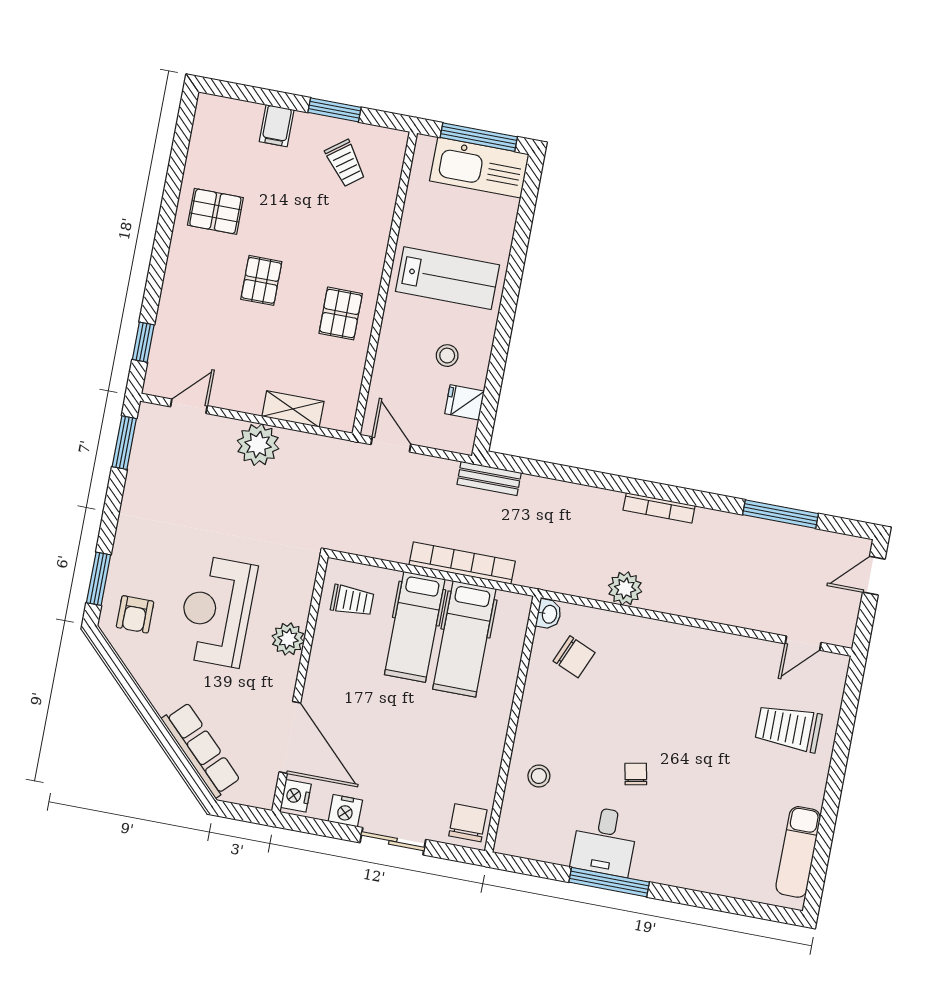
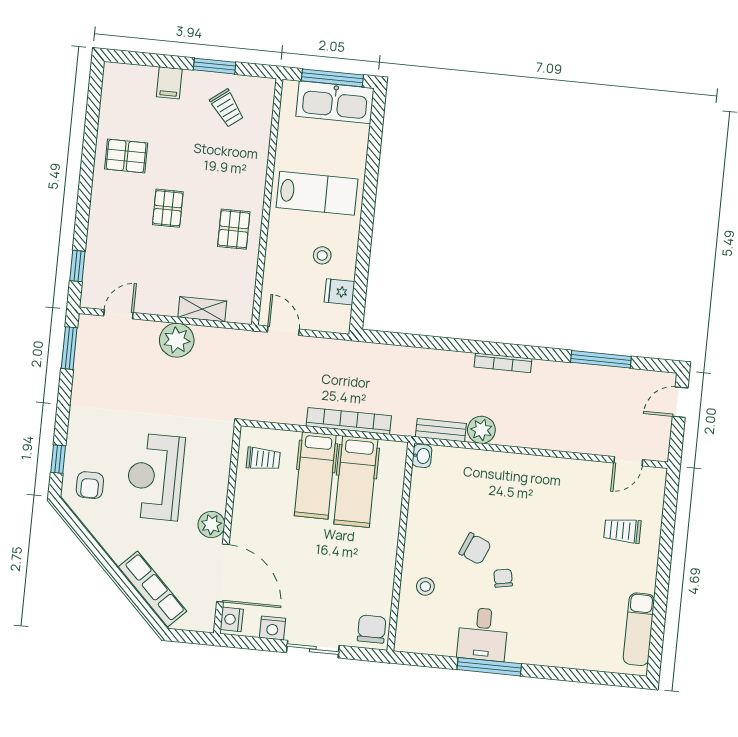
bench: (489, 478) -> (441, 430), moved
window: (99, 579) -> (58, 459), width x0.67
plant: (288, 639) -> (211, 525), moved
chair: (574, 657) -> (475, 549), moved
trolley: (788, 728) -> (622, 530), width x0.73, depth x0.72

